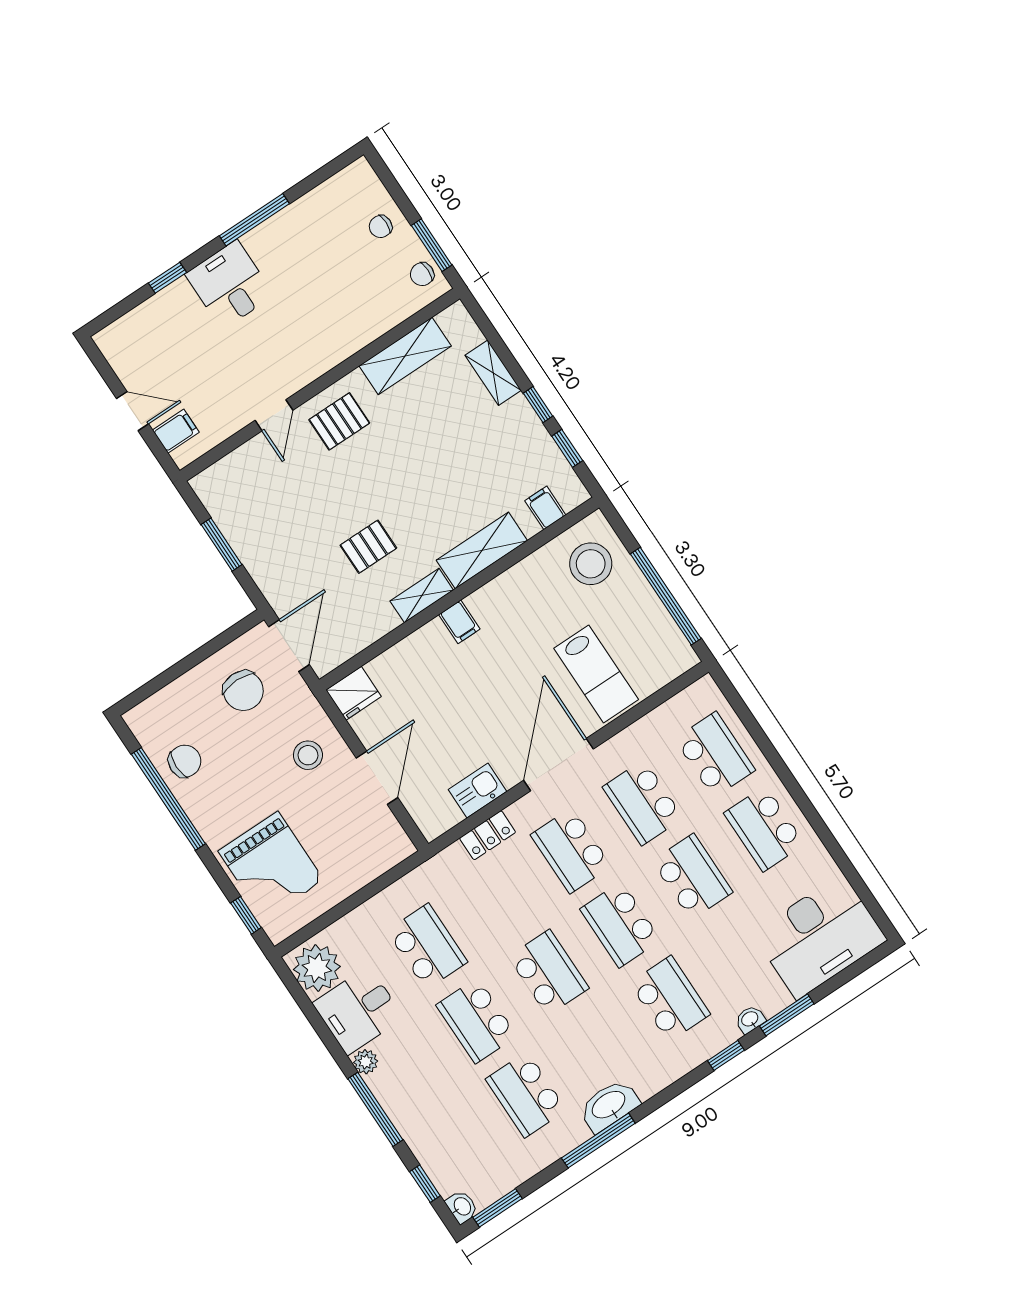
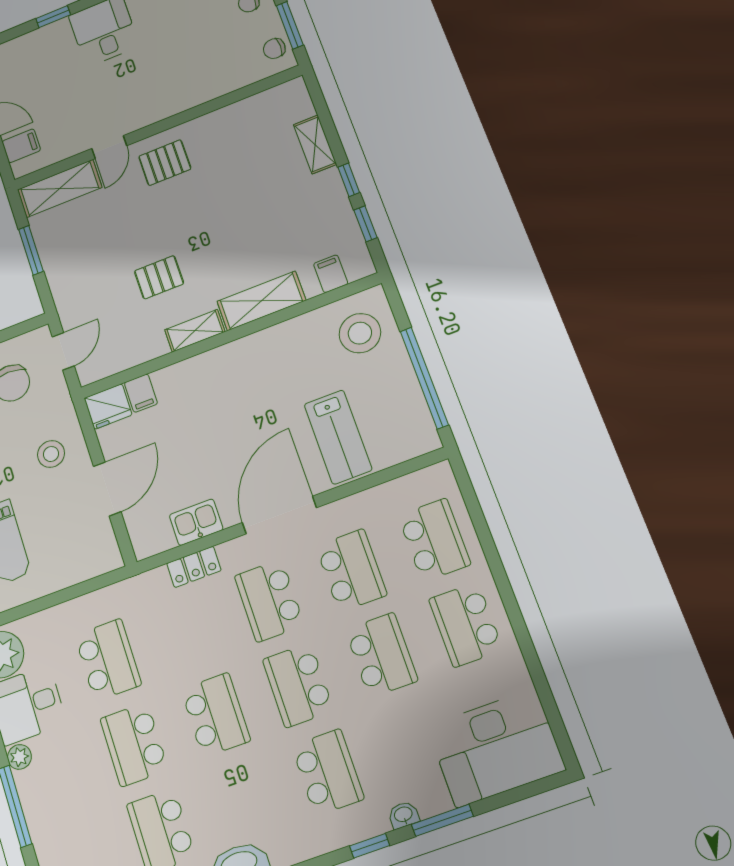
shelving: (405, 356) -> (60, 189), moved
filing cabinet: (459, 622) -> (141, 393), moved
door: (289, 646) -> (63, 351), width x0.73
school desk: (643, 803) -> (351, 570), turned 180

